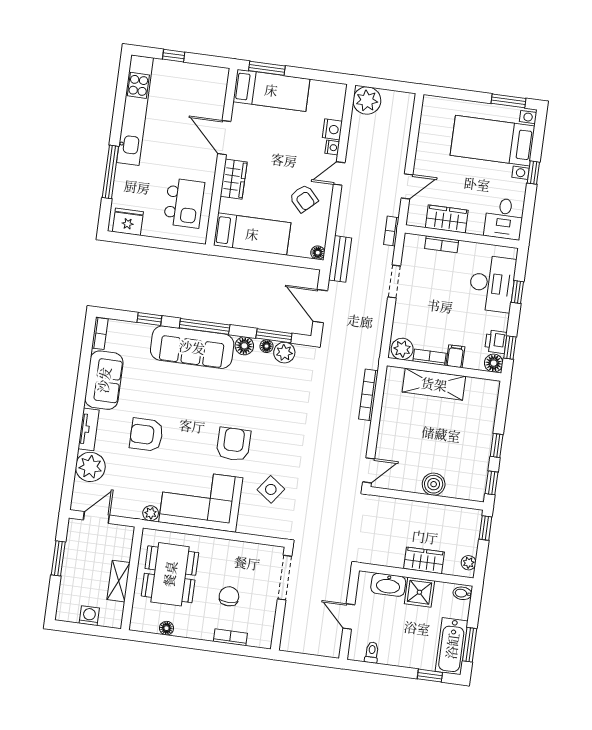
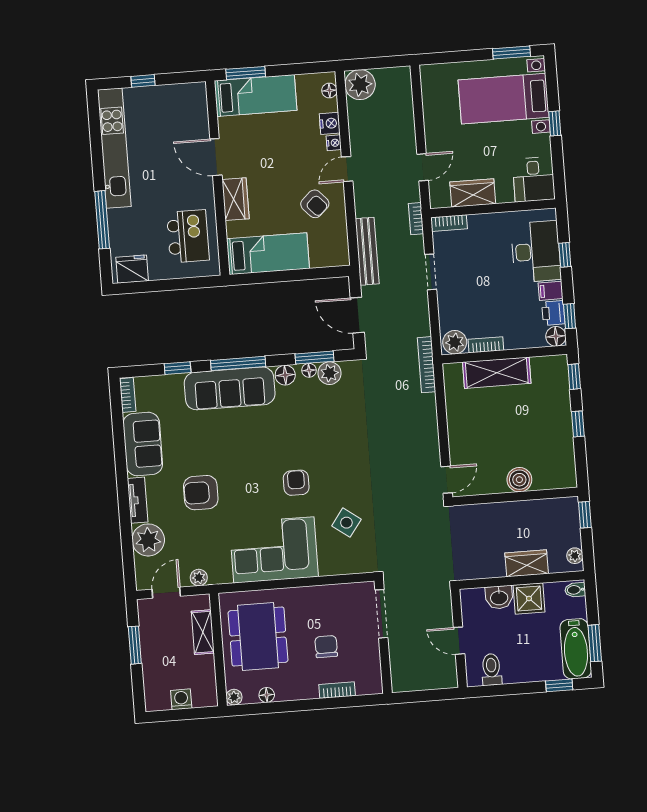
bookcase: (442, 244) -> (449, 223), moved
floor lamp: (318, 253) -> (329, 90), moved
bench: (340, 259) -> (367, 251), width x1.36
filing cabinet: (455, 356) -> (551, 291), moved, turned -90
bookcase: (368, 395) -> (426, 365), moved
armchair: (234, 444) -> (296, 483), width x0.72, depth x0.72
window: (491, 483) -> (574, 377), moved
plant: (151, 513) -> (199, 578), moved
shelving: (119, 581) -> (203, 632), moved
washbasin: (388, 585) -> (499, 597), width x0.72
plant: (137, 624) -> (234, 697), added
toilet: (372, 652) -> (491, 669), width x1.37, depth x1.39

